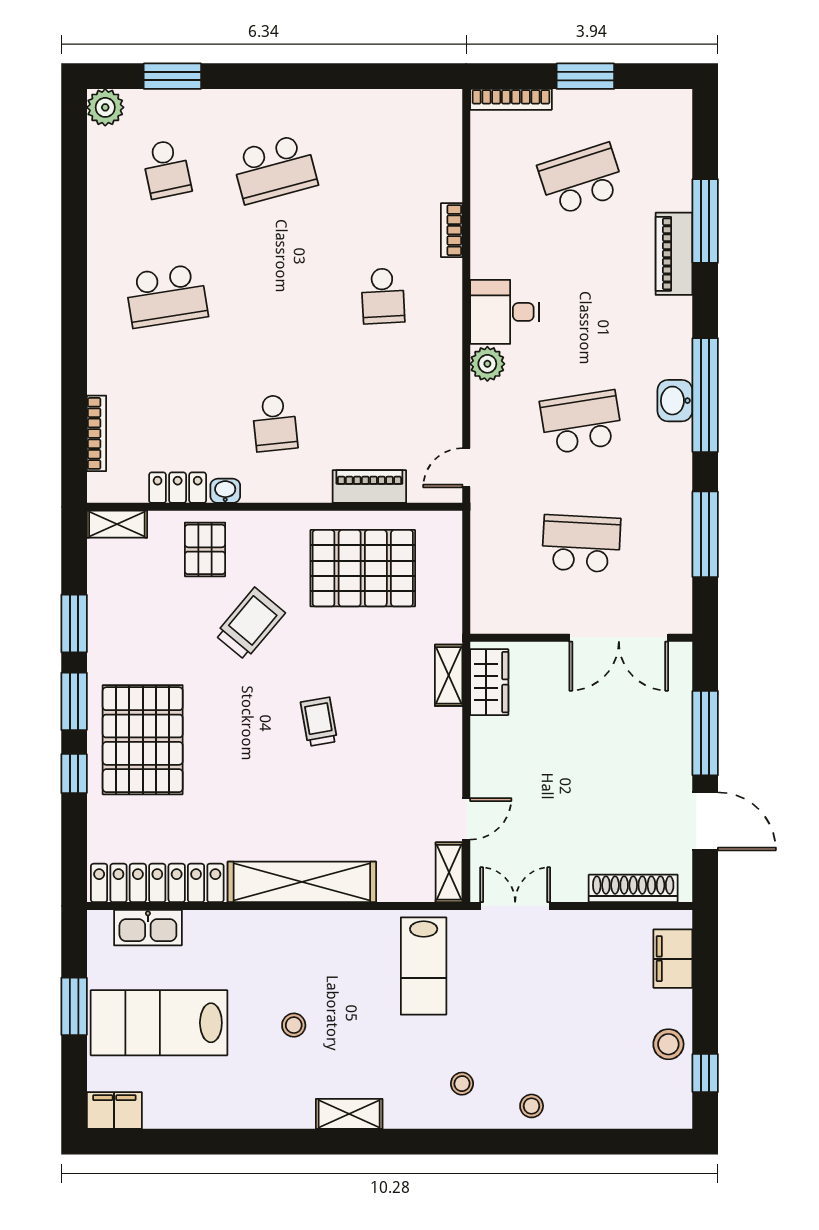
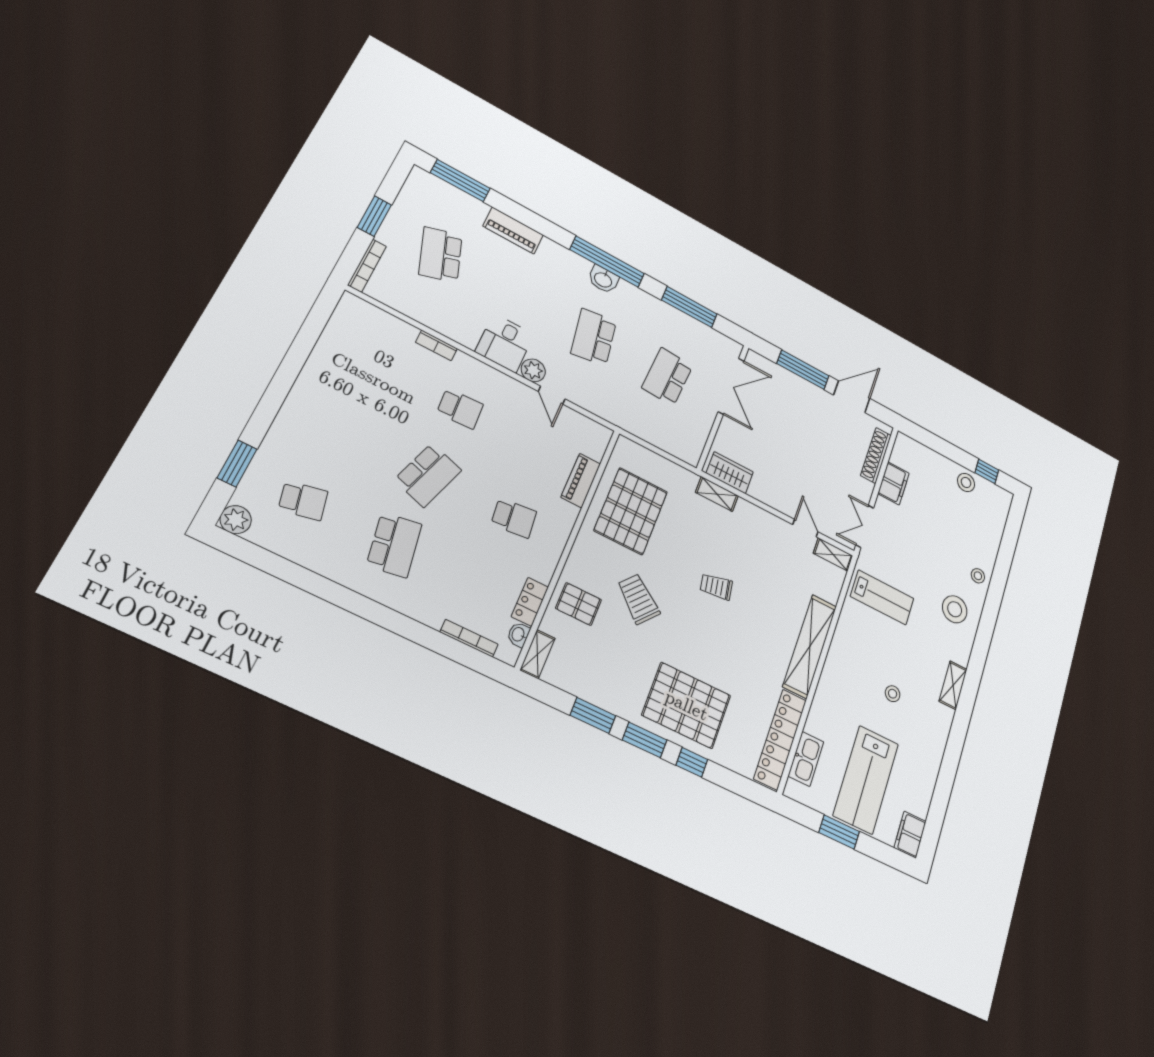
school desk: (275, 169) -> (428, 475), moved, turned 33
window: (705, 221) -> (460, 181), moved
door: (466, 468) -> (552, 395), moved
washbasin: (225, 491) -> (518, 634), moved
filing cabinet: (673, 959) -> (893, 483), moved, turned -90
stool: (462, 1084) -> (955, 609), width x1.89, depth x1.89

